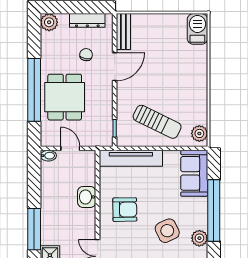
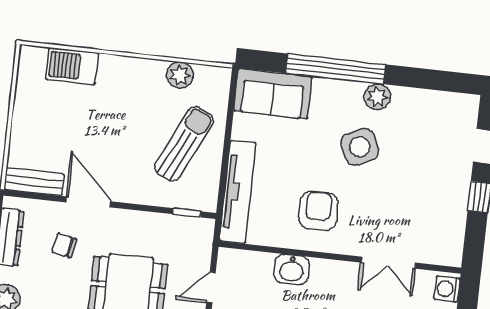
barbecue: (197, 29) -> (72, 66), moved
plant: (199, 133) -> (180, 75), moved

